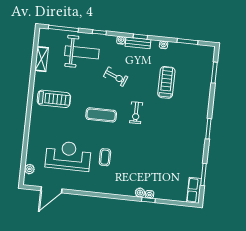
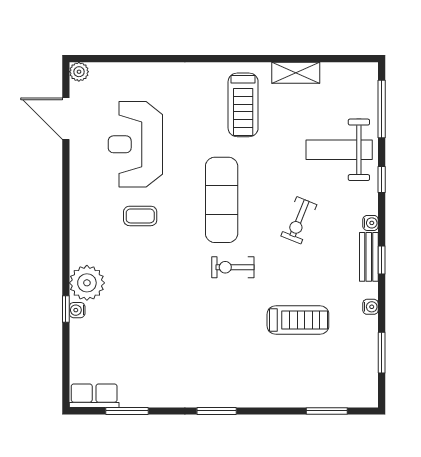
weight bench: (82, 52) -> (339, 150), turned 90
shelving: (42, 59) -> (296, 73), moved
exercise mat: (101, 115) -> (222, 200), width x1.36, depth x1.45
reception desk: (68, 156) -> (135, 144), turned 180
plant: (29, 169) -> (79, 72), moved
plant: (140, 193) -> (87, 283), width x1.88, depth x1.88

